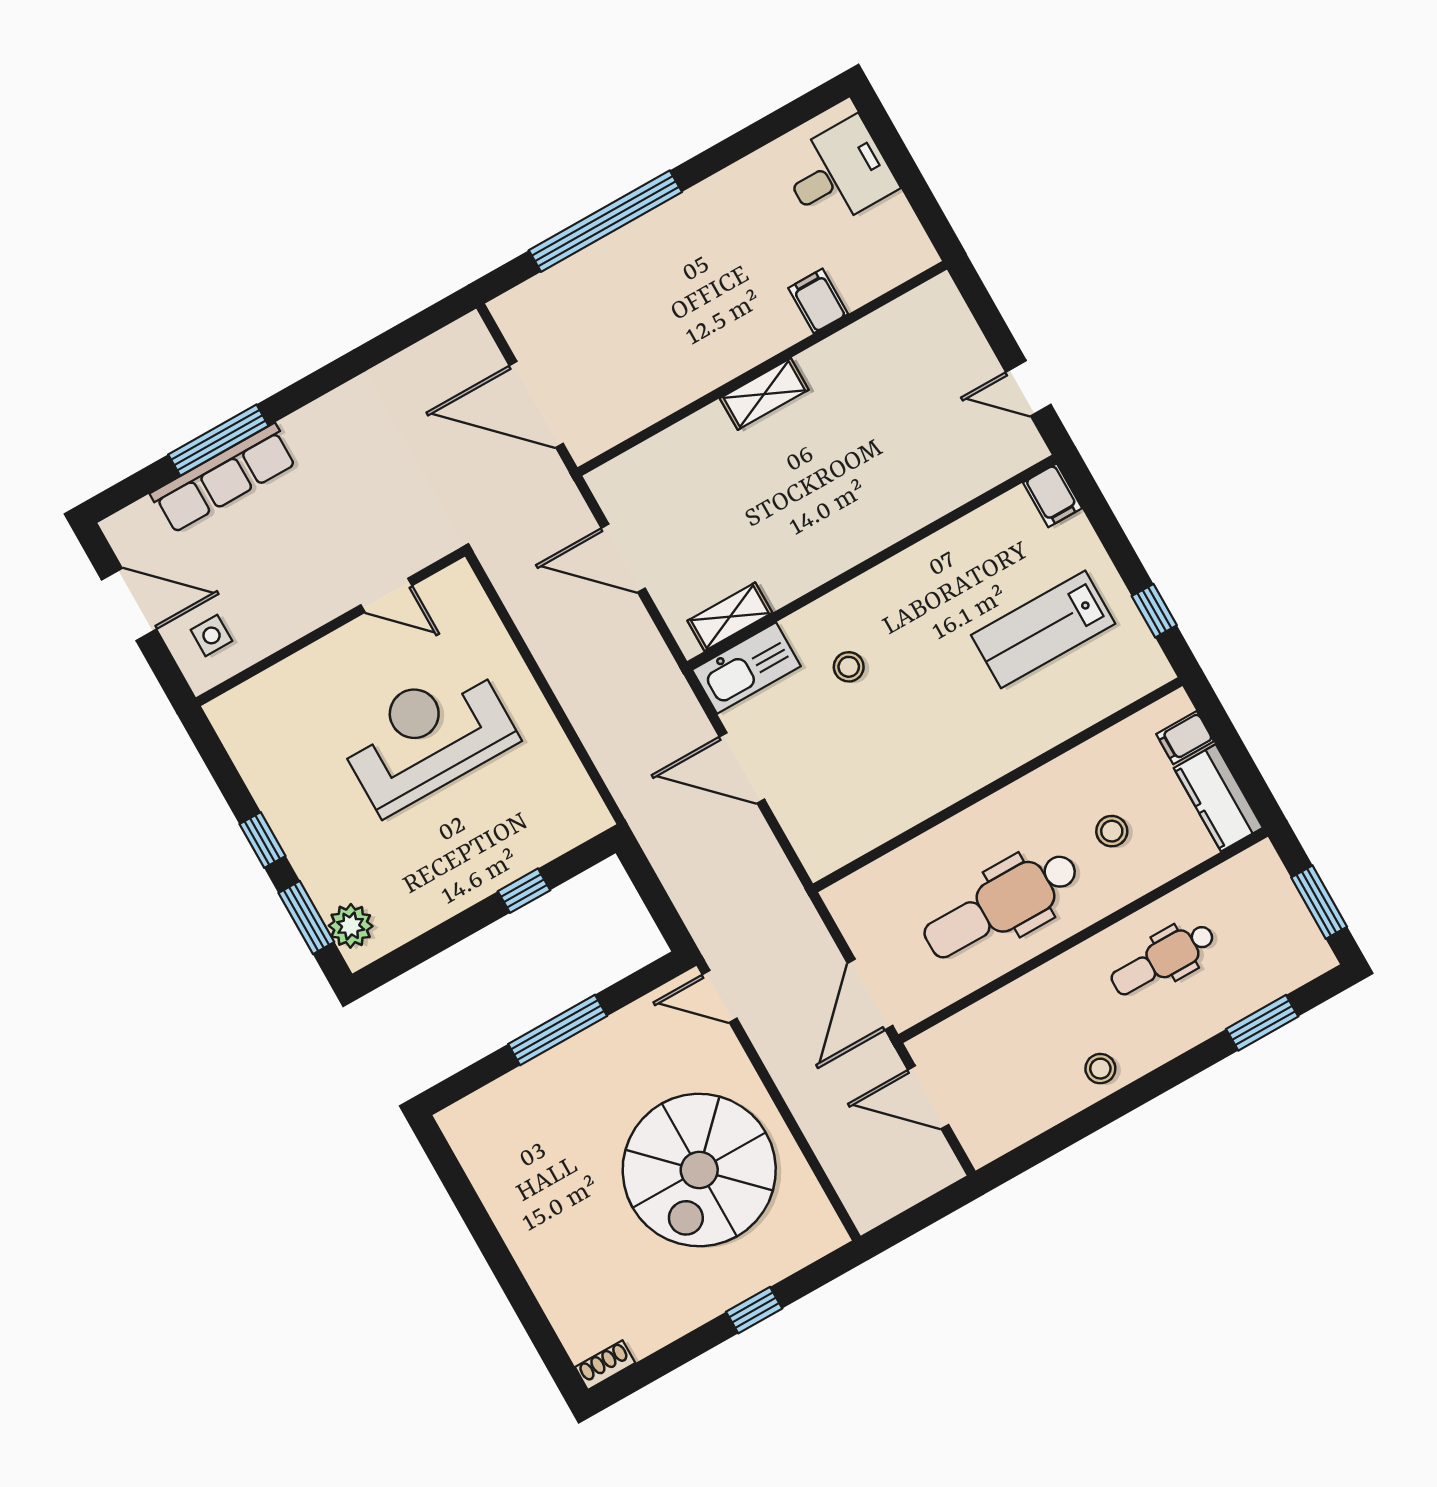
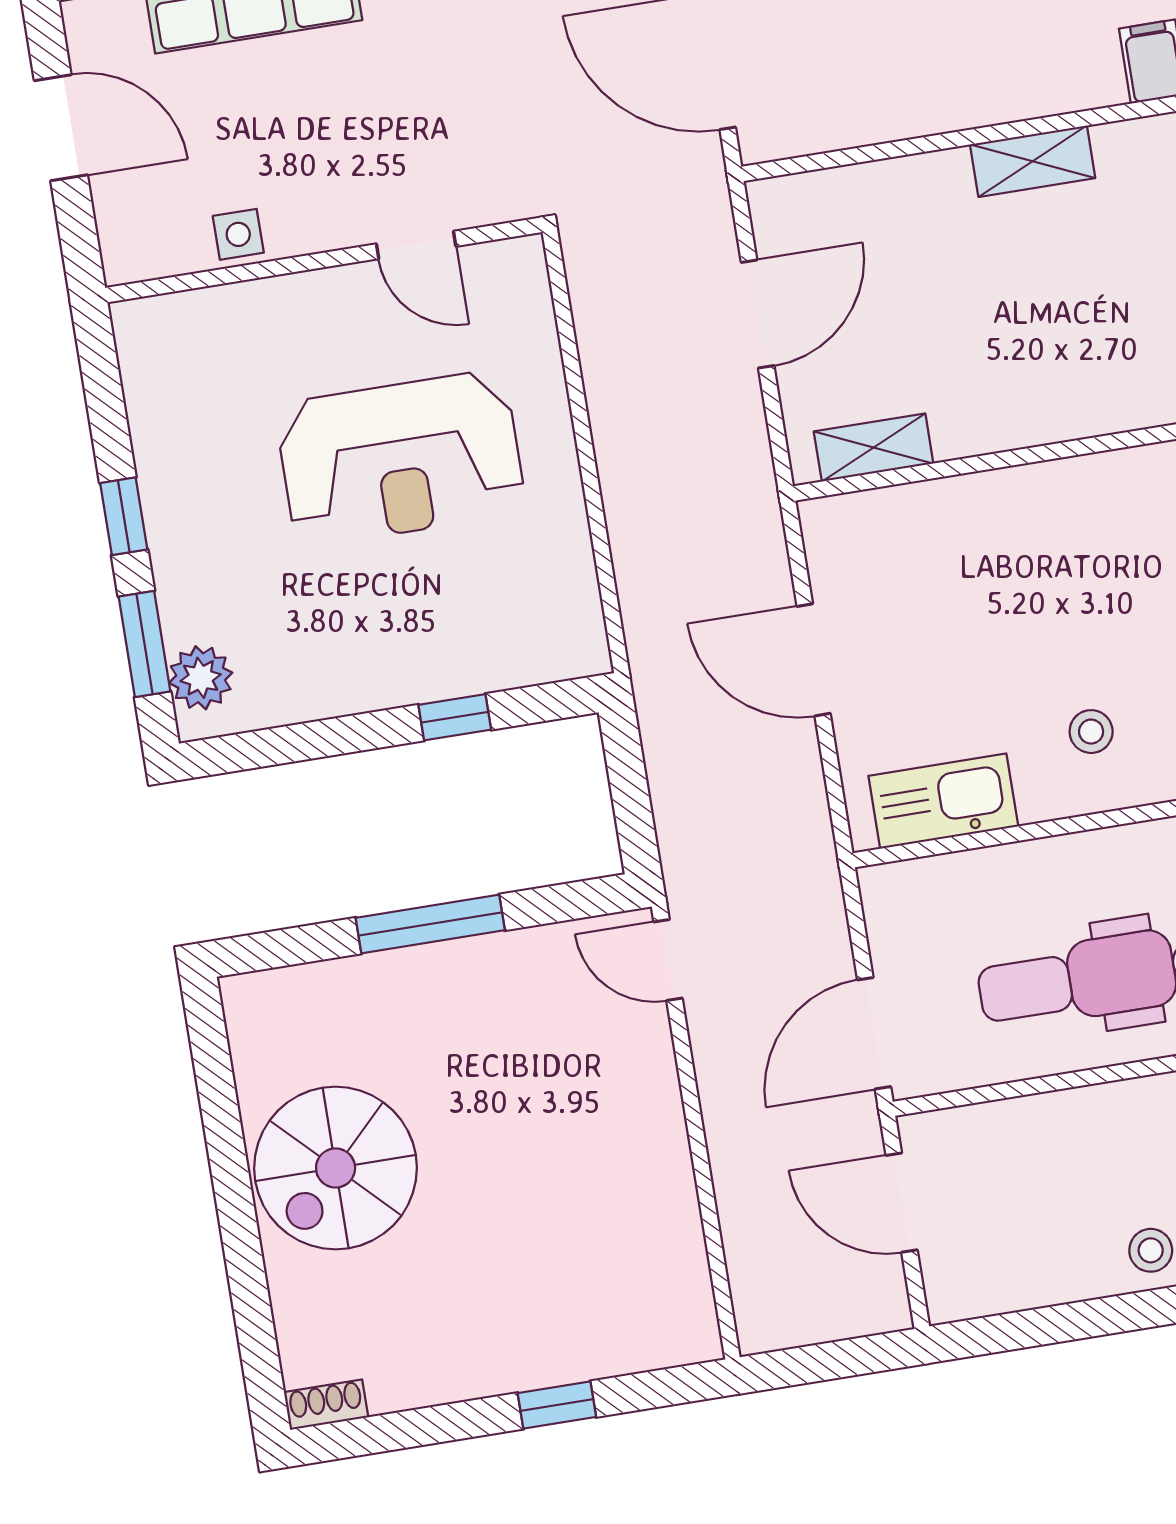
door: (623, 558) -> (758, 314), swing flipped
side table: (211, 635) -> (238, 234), moved
stool: (849, 667) -> (1091, 732), moved
kitchen sink: (746, 668) -> (943, 801), moved, turned 180
reception desk: (427, 737) -> (400, 458), turned 180
spiral stairs: (699, 1170) -> (336, 1168), moved, width x0.73, depth x0.73

